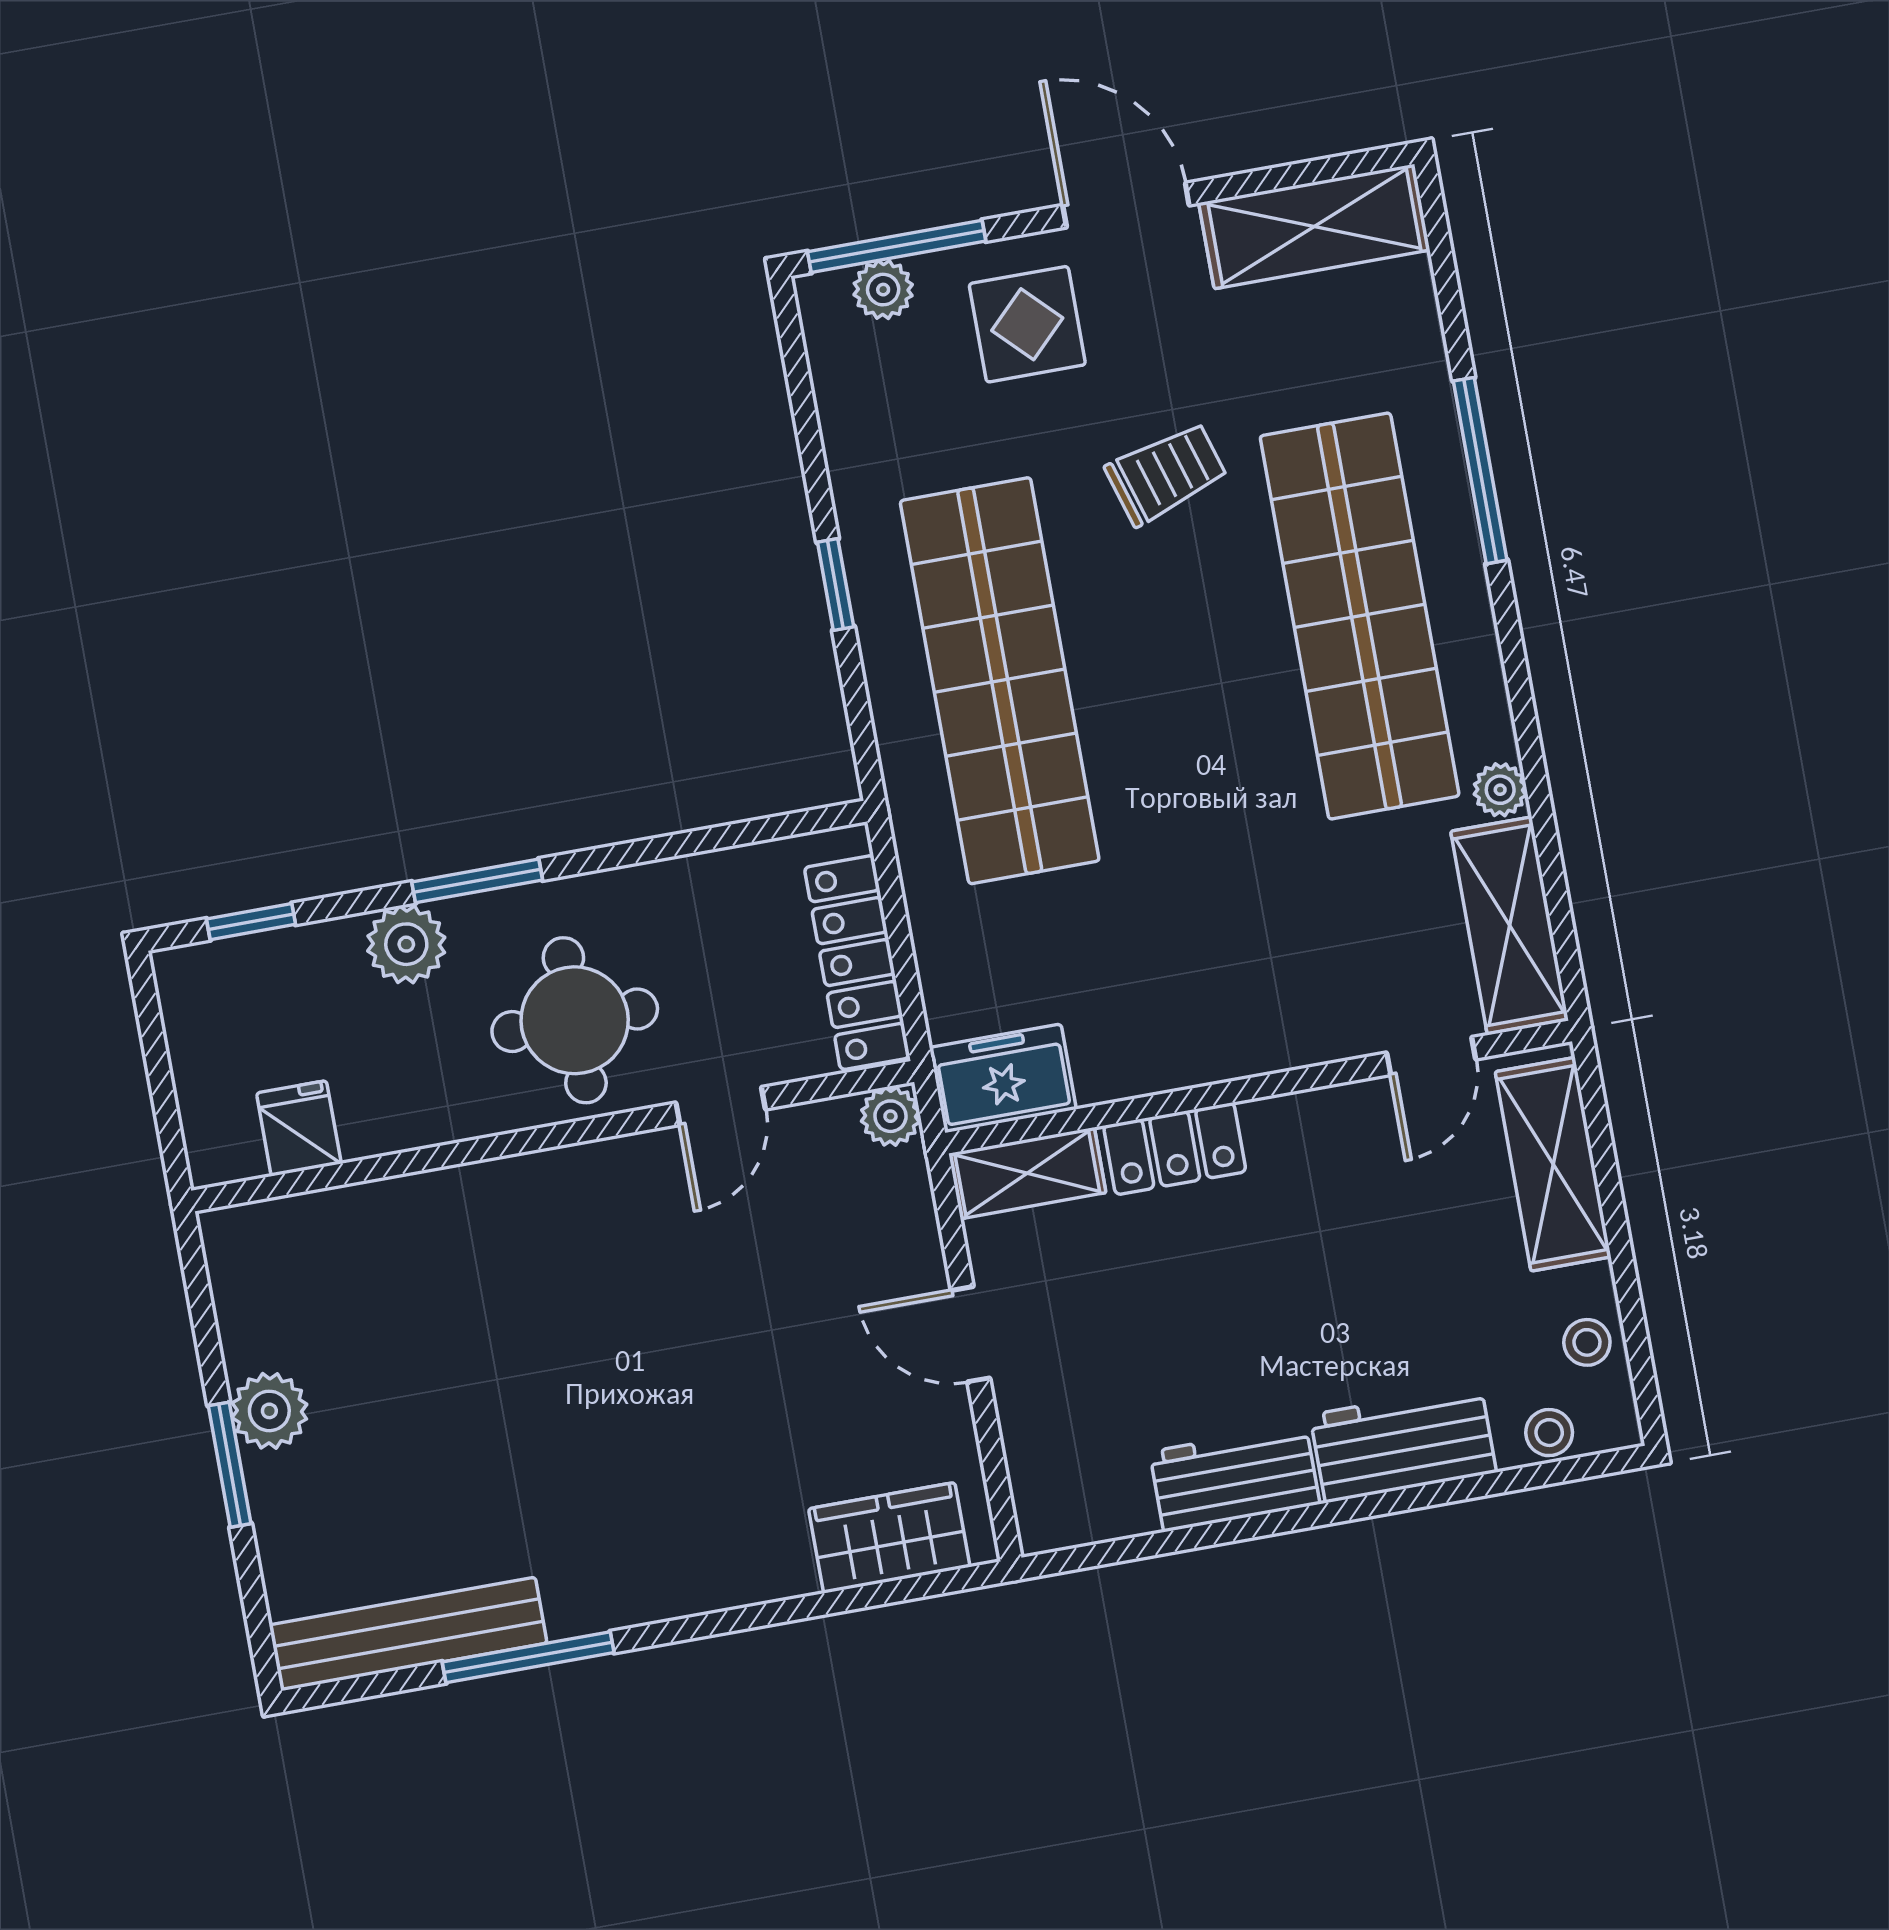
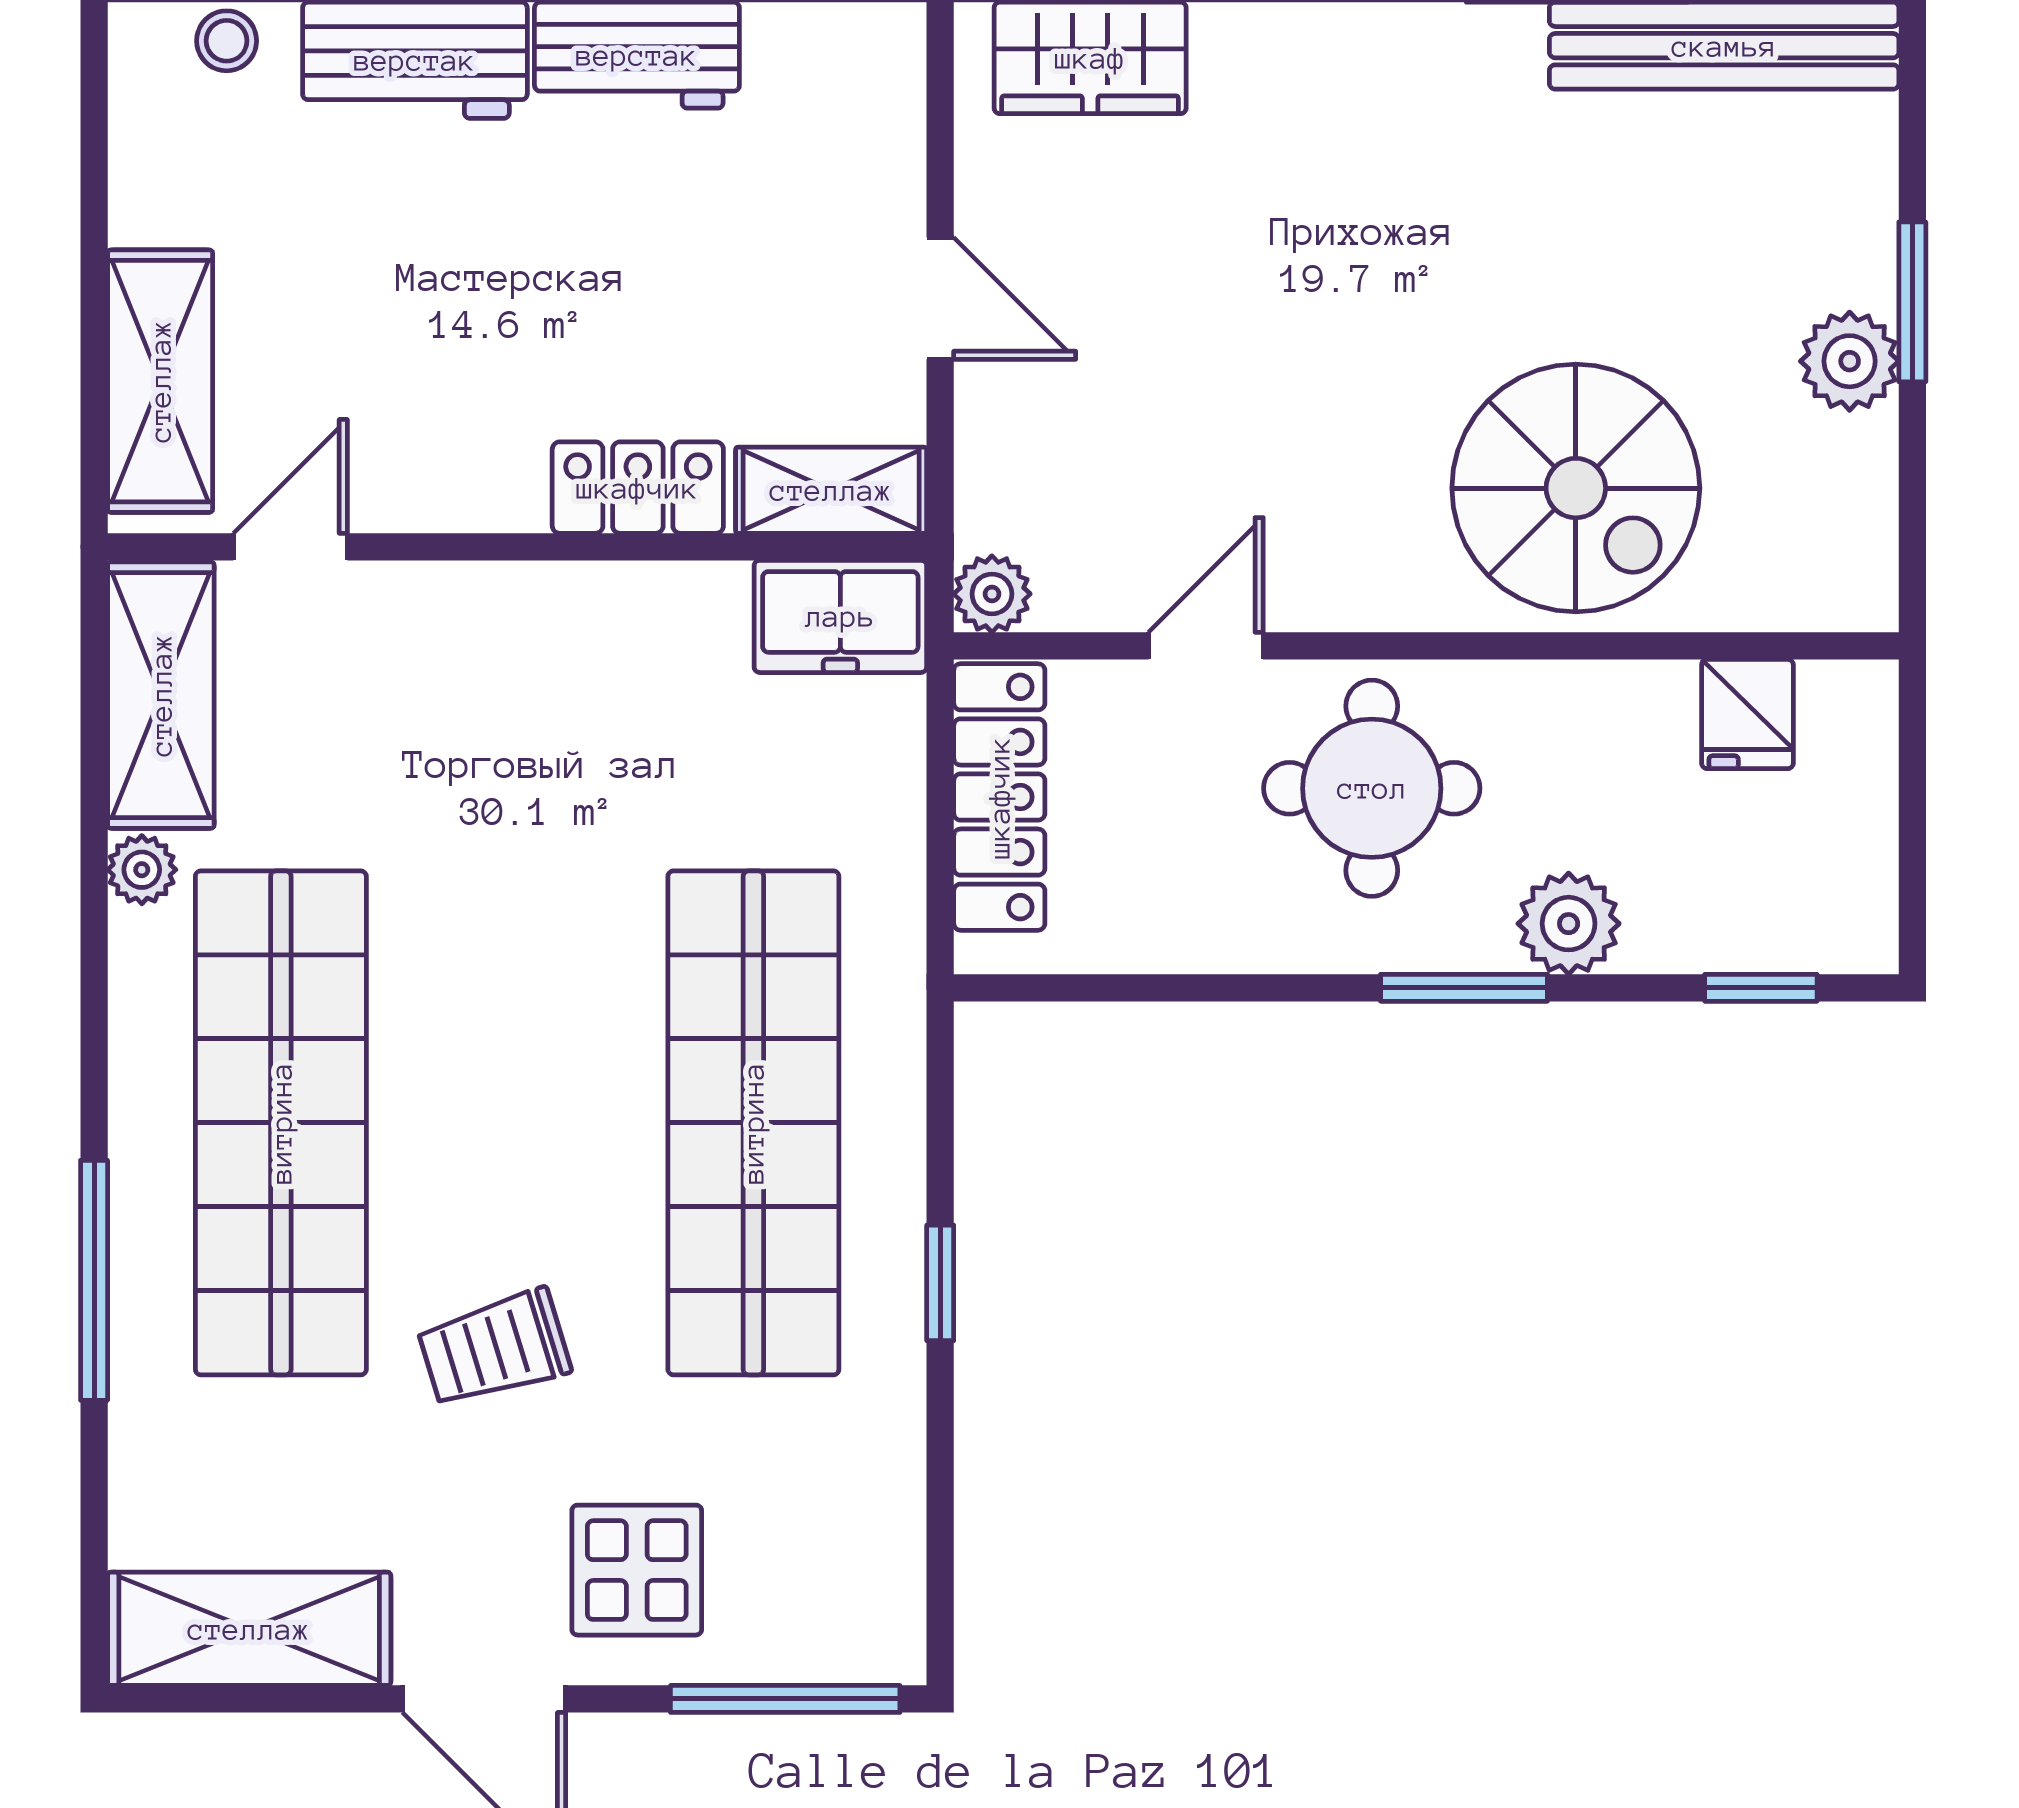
plant: (883, 290) -> (812, 1647), removed
spiral stairs: (460, 1277) -> (1576, 488), added
stool: (1587, 1342) -> (158, 147), removed

